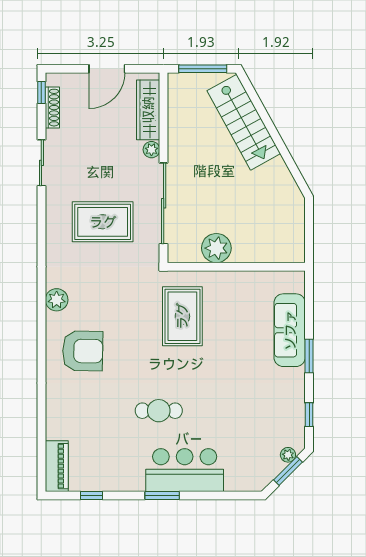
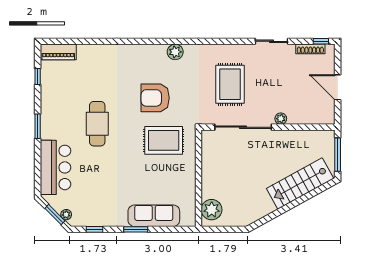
wardrobe: (148, 110) -> (309, 116), removed
plant: (216, 248) -> (212, 210), moved
armchair: (83, 351) -> (155, 98), moved, turned 89
cafe table: (159, 411) -> (97, 124), width x1.37, depth x1.35
bar counter: (185, 470) -> (55, 167), moved

